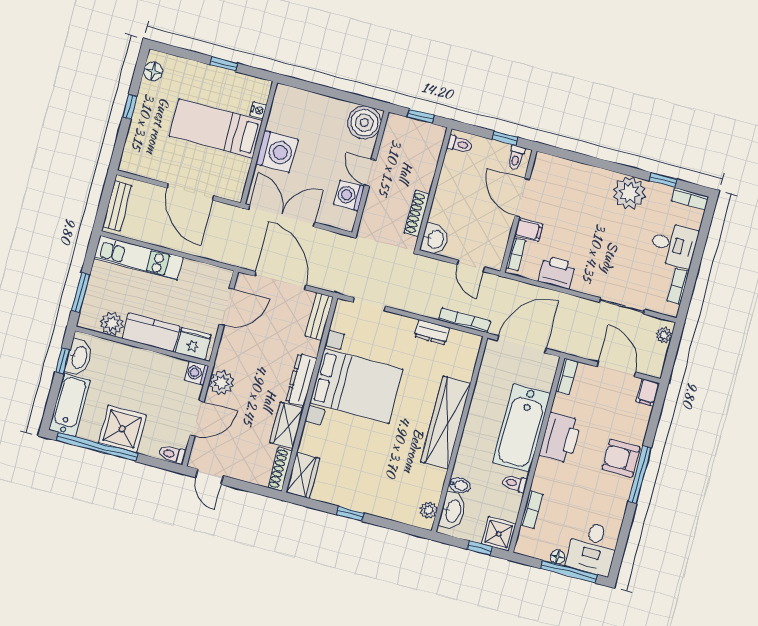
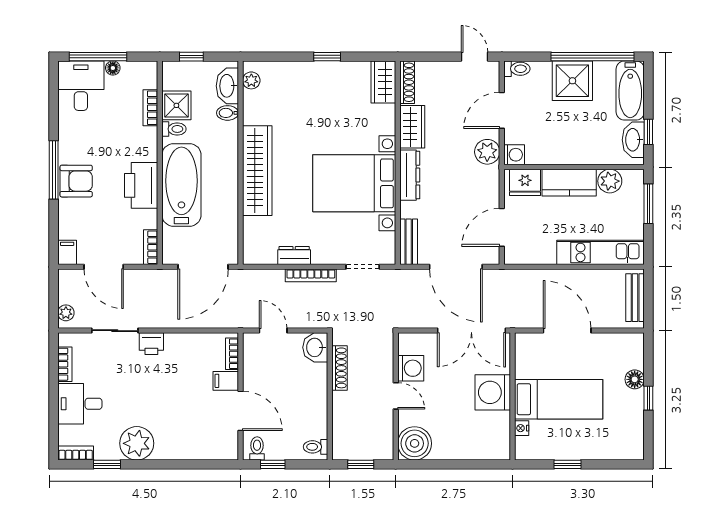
floor lamp: (153, 71) -> (635, 379), moved
printer: (557, 273) -> (151, 344), moved, width x0.73, depth x0.81
bookcase: (464, 320) -> (311, 275), moved
shower: (499, 534) -> (176, 105), moved

